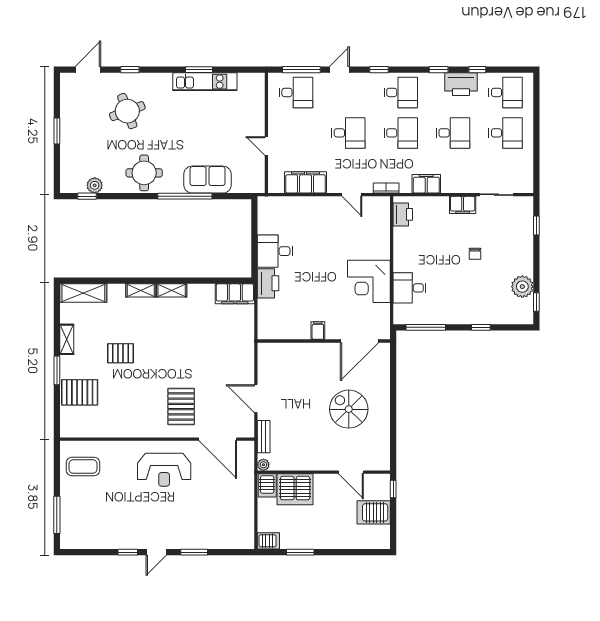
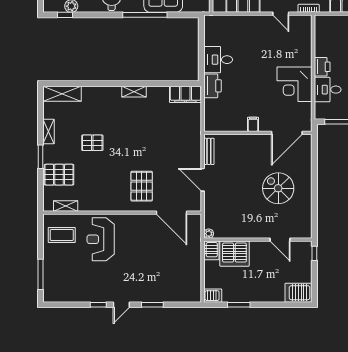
printer: (403, 214) -> (322, 67), moved
shelving: (141, 290) -> (66, 206), moved
bench: (264, 437) -> (209, 151), moved
reception desk: (164, 470) -> (101, 239), moved, turned 90
server rack: (374, 512) -> (298, 293), moved

